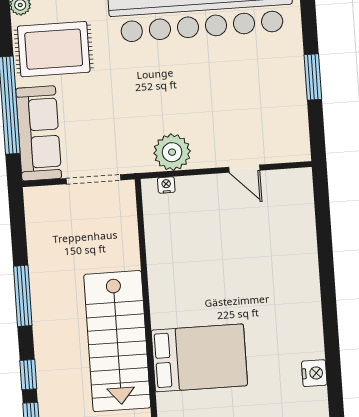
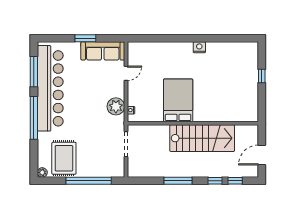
sofa: (39, 133) -> (103, 51), moved, turned 180
bed: (199, 358) -> (178, 100), moved
nightstand: (314, 373) -> (199, 47), moved

